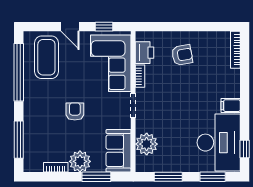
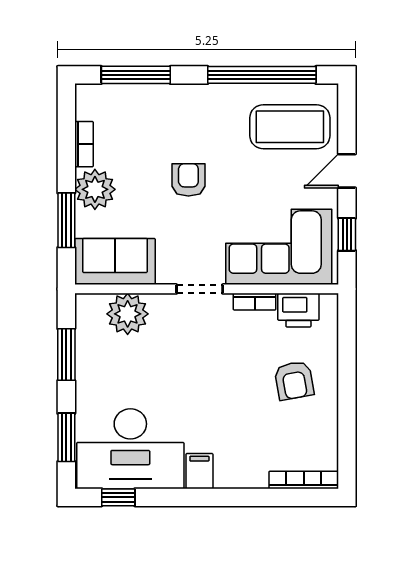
armchair: (75, 111) -> (188, 180), turned -90

